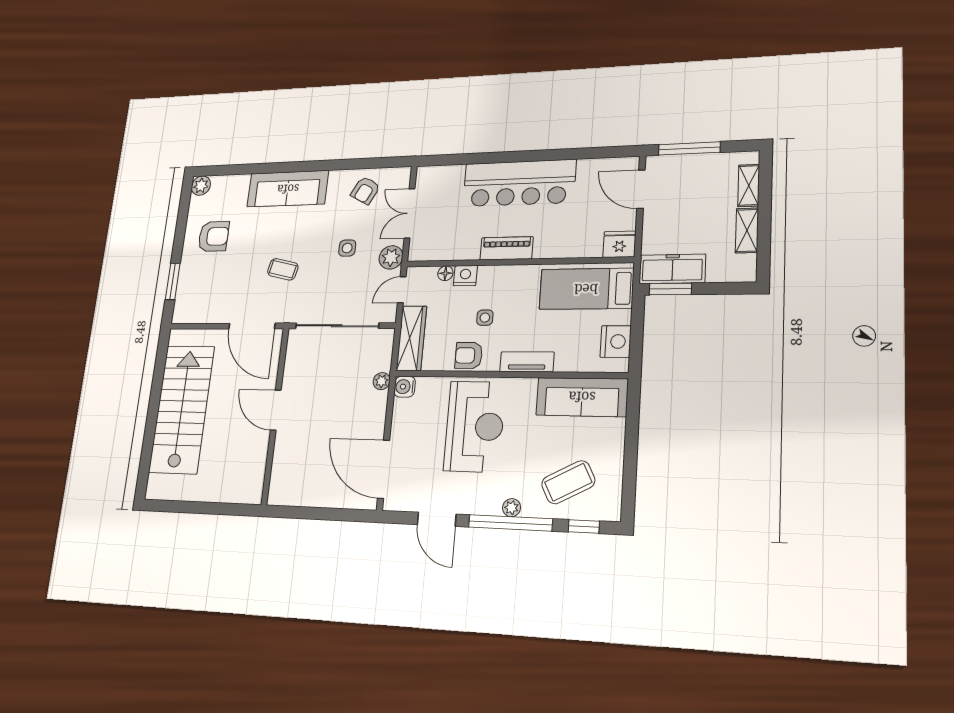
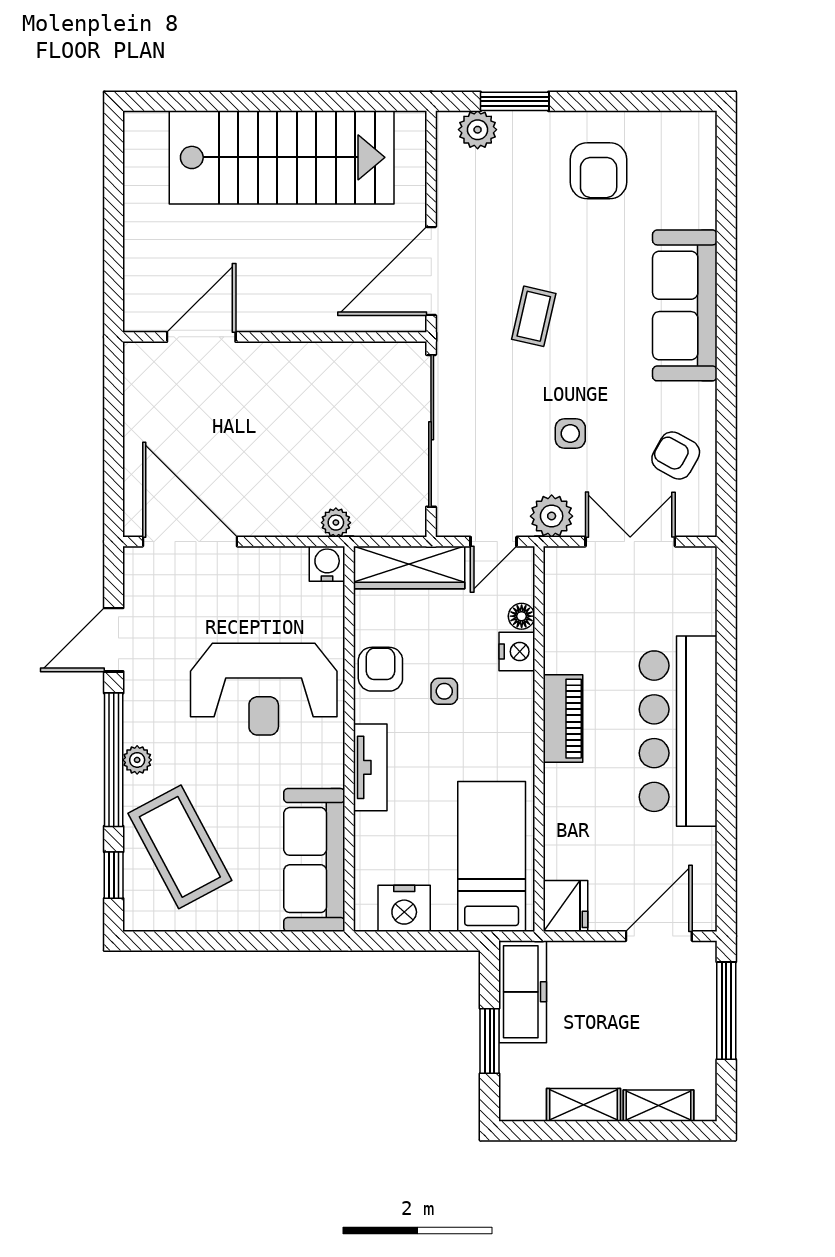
plant: (201, 186) -> (478, 130), moved
window: (670, 289) -> (490, 1041), moved
door: (402, 290) -> (494, 542), swing flipped
door: (276, 410) -> (201, 337), moved
door: (383, 469) -> (190, 542), hinge flipped
coffee table: (568, 482) -> (180, 847), width x1.36, depth x1.32

